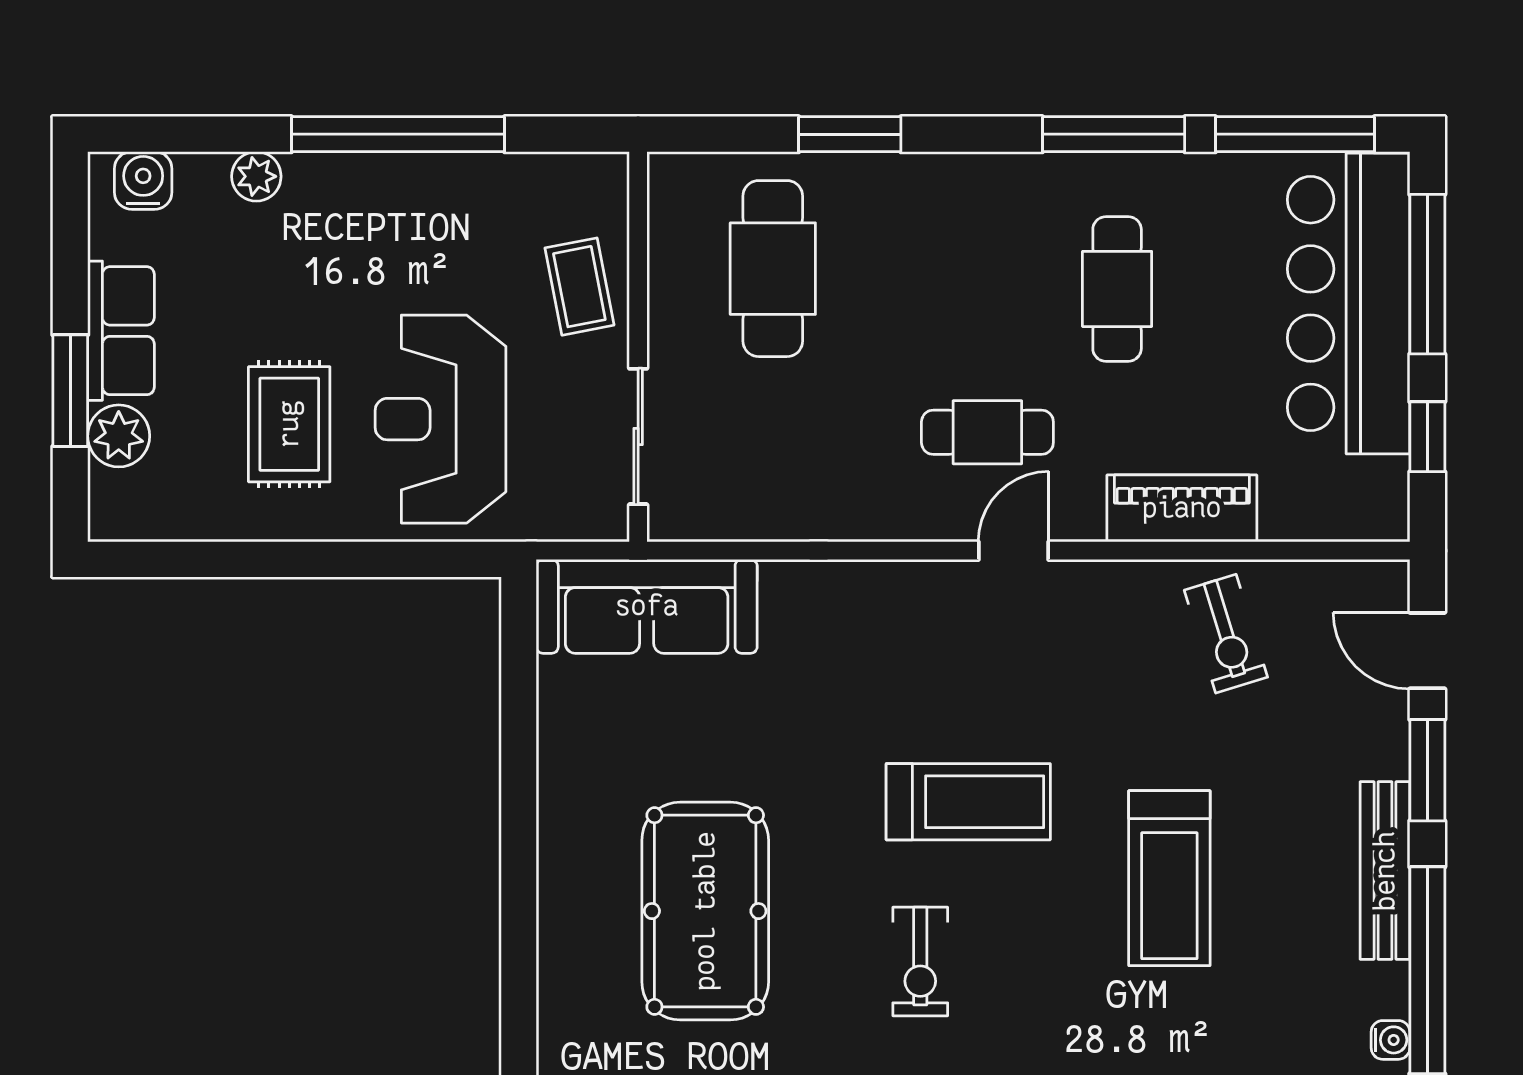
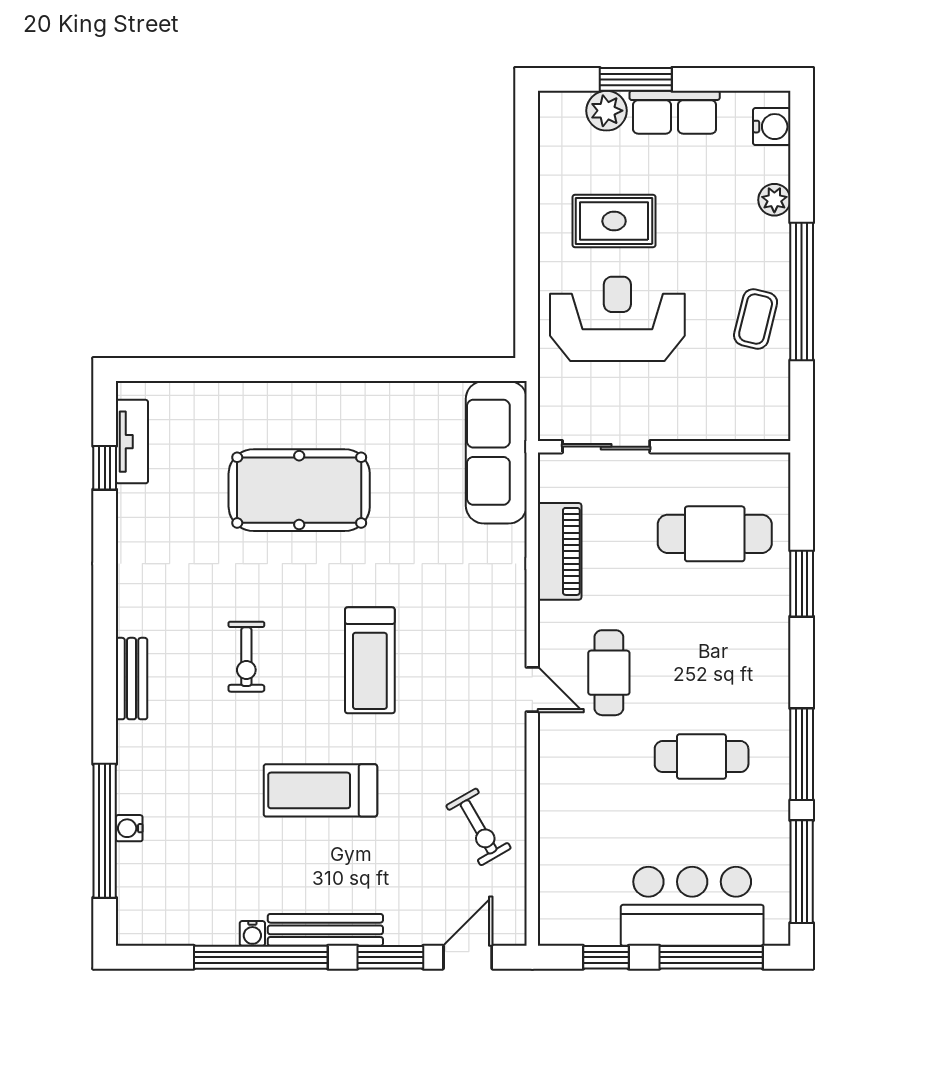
coffee table: (579, 287) -> (756, 319), moved, turned -65
bar counter: (1349, 304) -> (692, 906), width x0.73
piano: (1182, 508) -> (560, 551), moved
exercise bike: (1226, 634) -> (479, 827), turned -103
exercise bike: (920, 962) -> (246, 657), moved, turned -90
water cooler: (1391, 1040) -> (252, 933), moved

